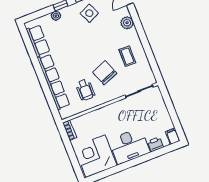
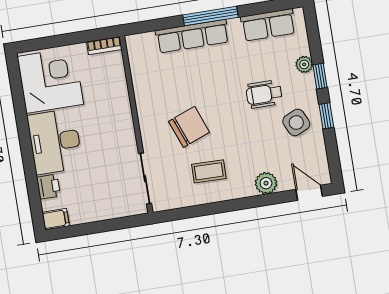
window: (40, 74) -> (210, 16), added
row of seats: (54, 82) -> (192, 36), width x0.73
wheelchair: (85, 90) -> (264, 94), moved

